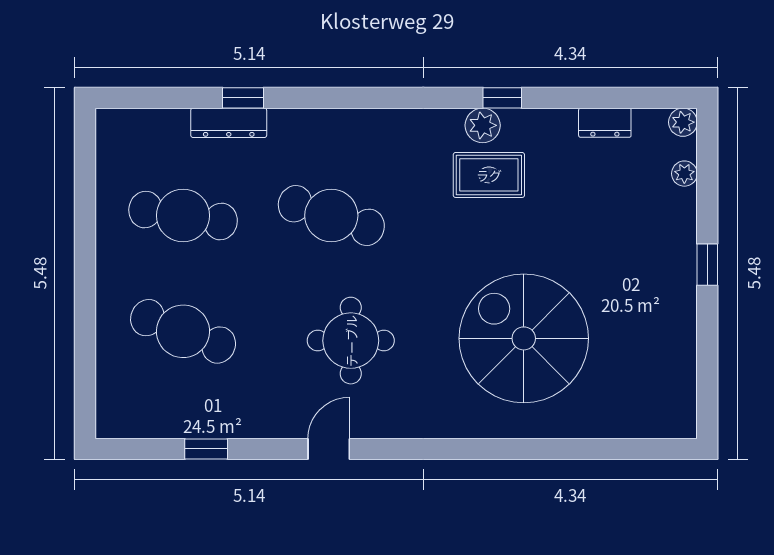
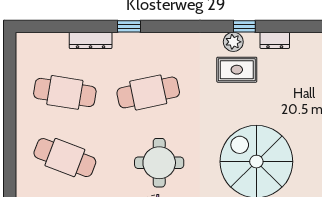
window: (243, 98) -> (129, 26), moved
dresser: (605, 123) -> (275, 40), moved
cafe table: (331, 216) -> (148, 92), turned -30

